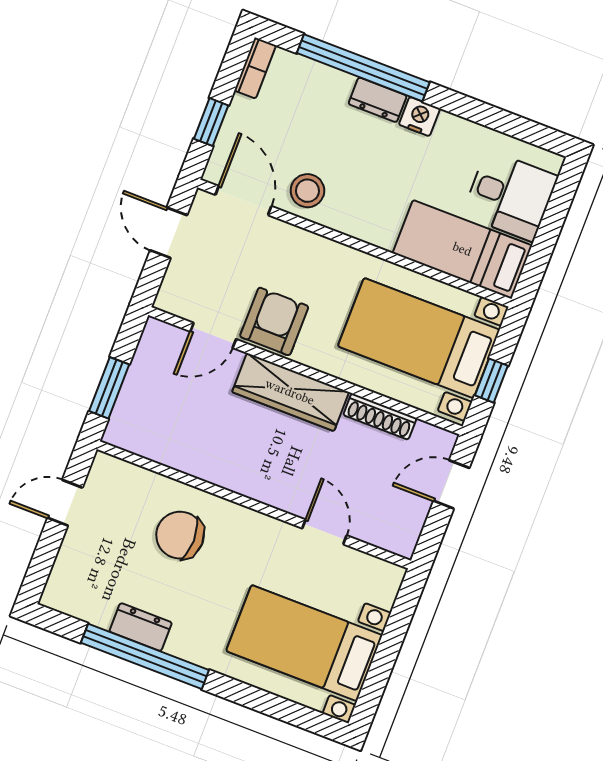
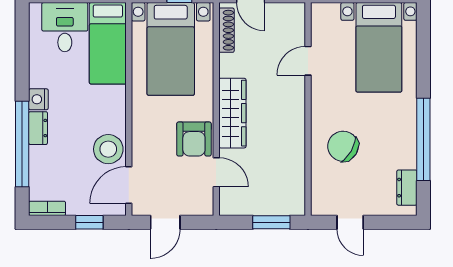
stool: (307, 191) -> (108, 149), width x1.38, depth x1.38
armchair: (274, 321) -> (194, 139), turned -90
shoe rack: (380, 416) -> (226, 30), moved
chair: (180, 535) -> (343, 146), turned 120
dresser: (141, 627) -> (407, 188), moved

